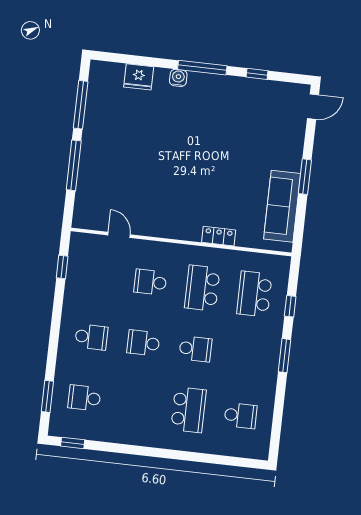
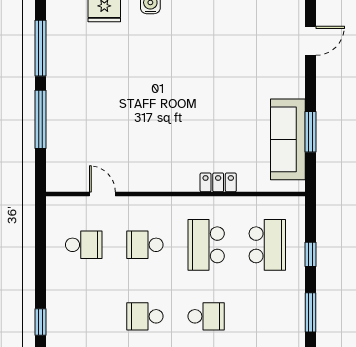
door: (313, 107) -> (310, 41), moved
window: (305, 177) -> (310, 132), moved
window: (62, 267) -> (41, 322), moved
school desk: (254, 294) -> (267, 245), turned 180
school desk: (91, 337) -> (84, 245), moved

